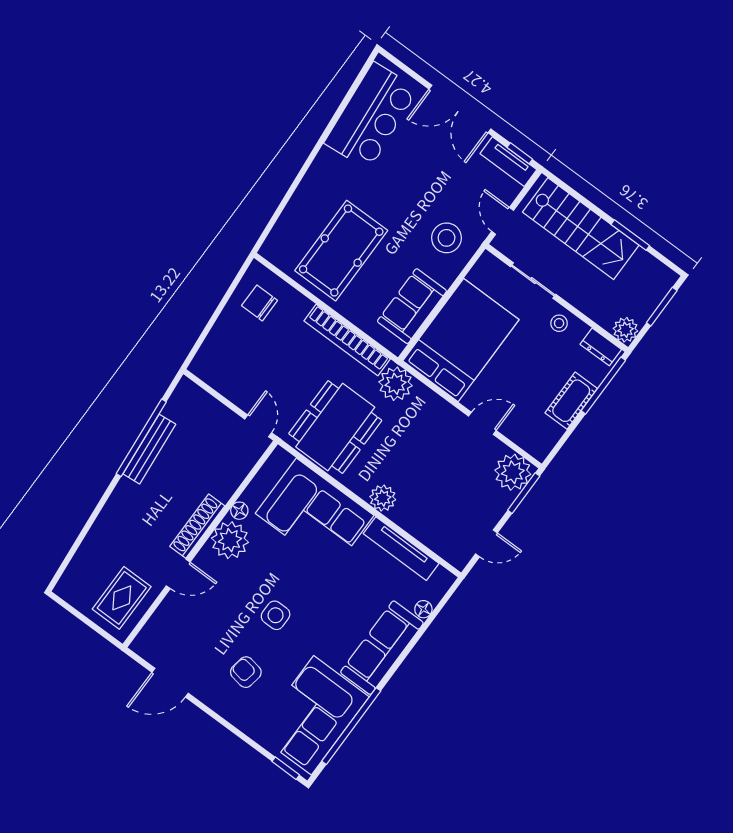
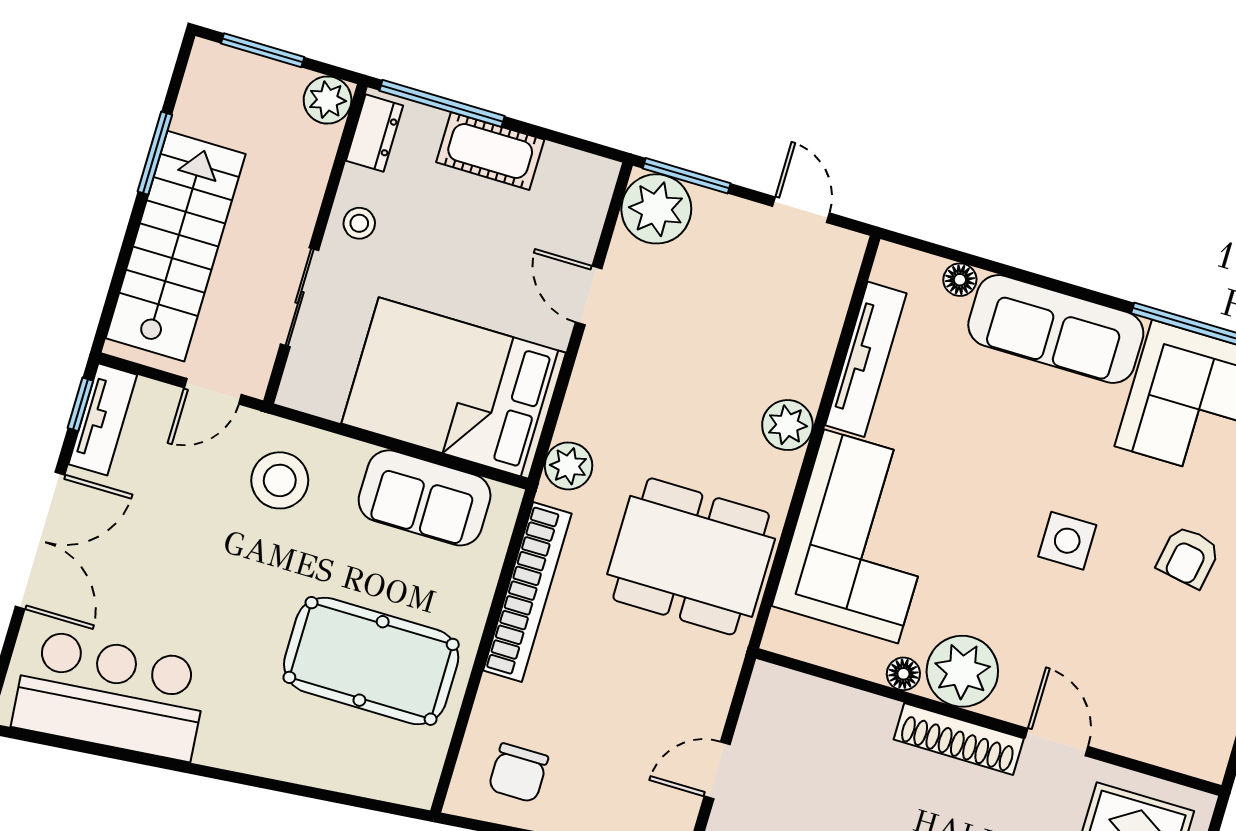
plant: (396, 384) -> (569, 466), width x0.73, depth x0.73
door: (258, 426) -> (717, 770), moved

